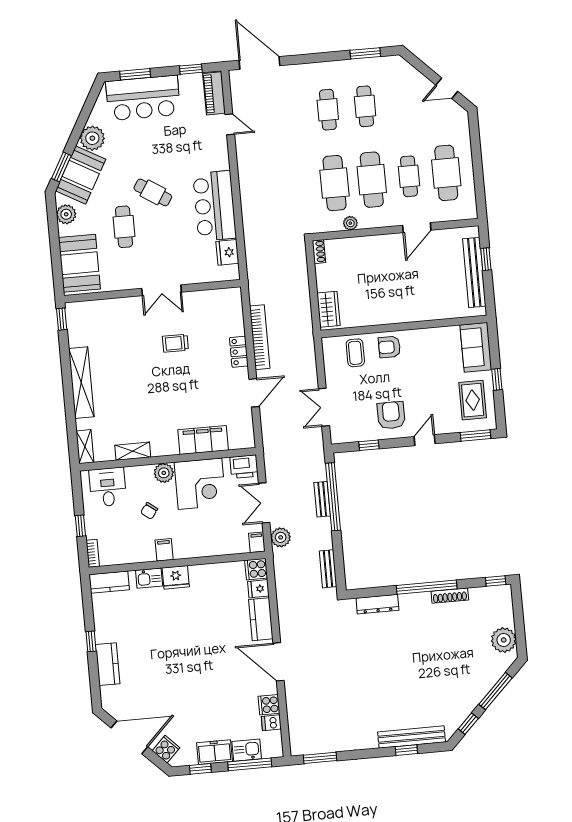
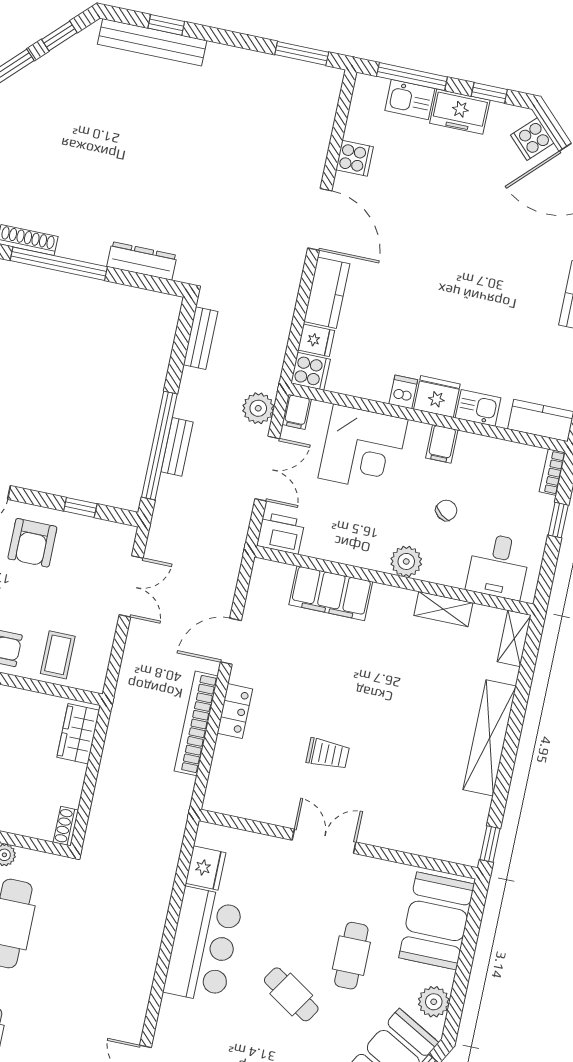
corner desk: (200, 484) -> (363, 449), moved, turned 180
dishwasher: (271, 723) -> (403, 392), moved, turned -90

